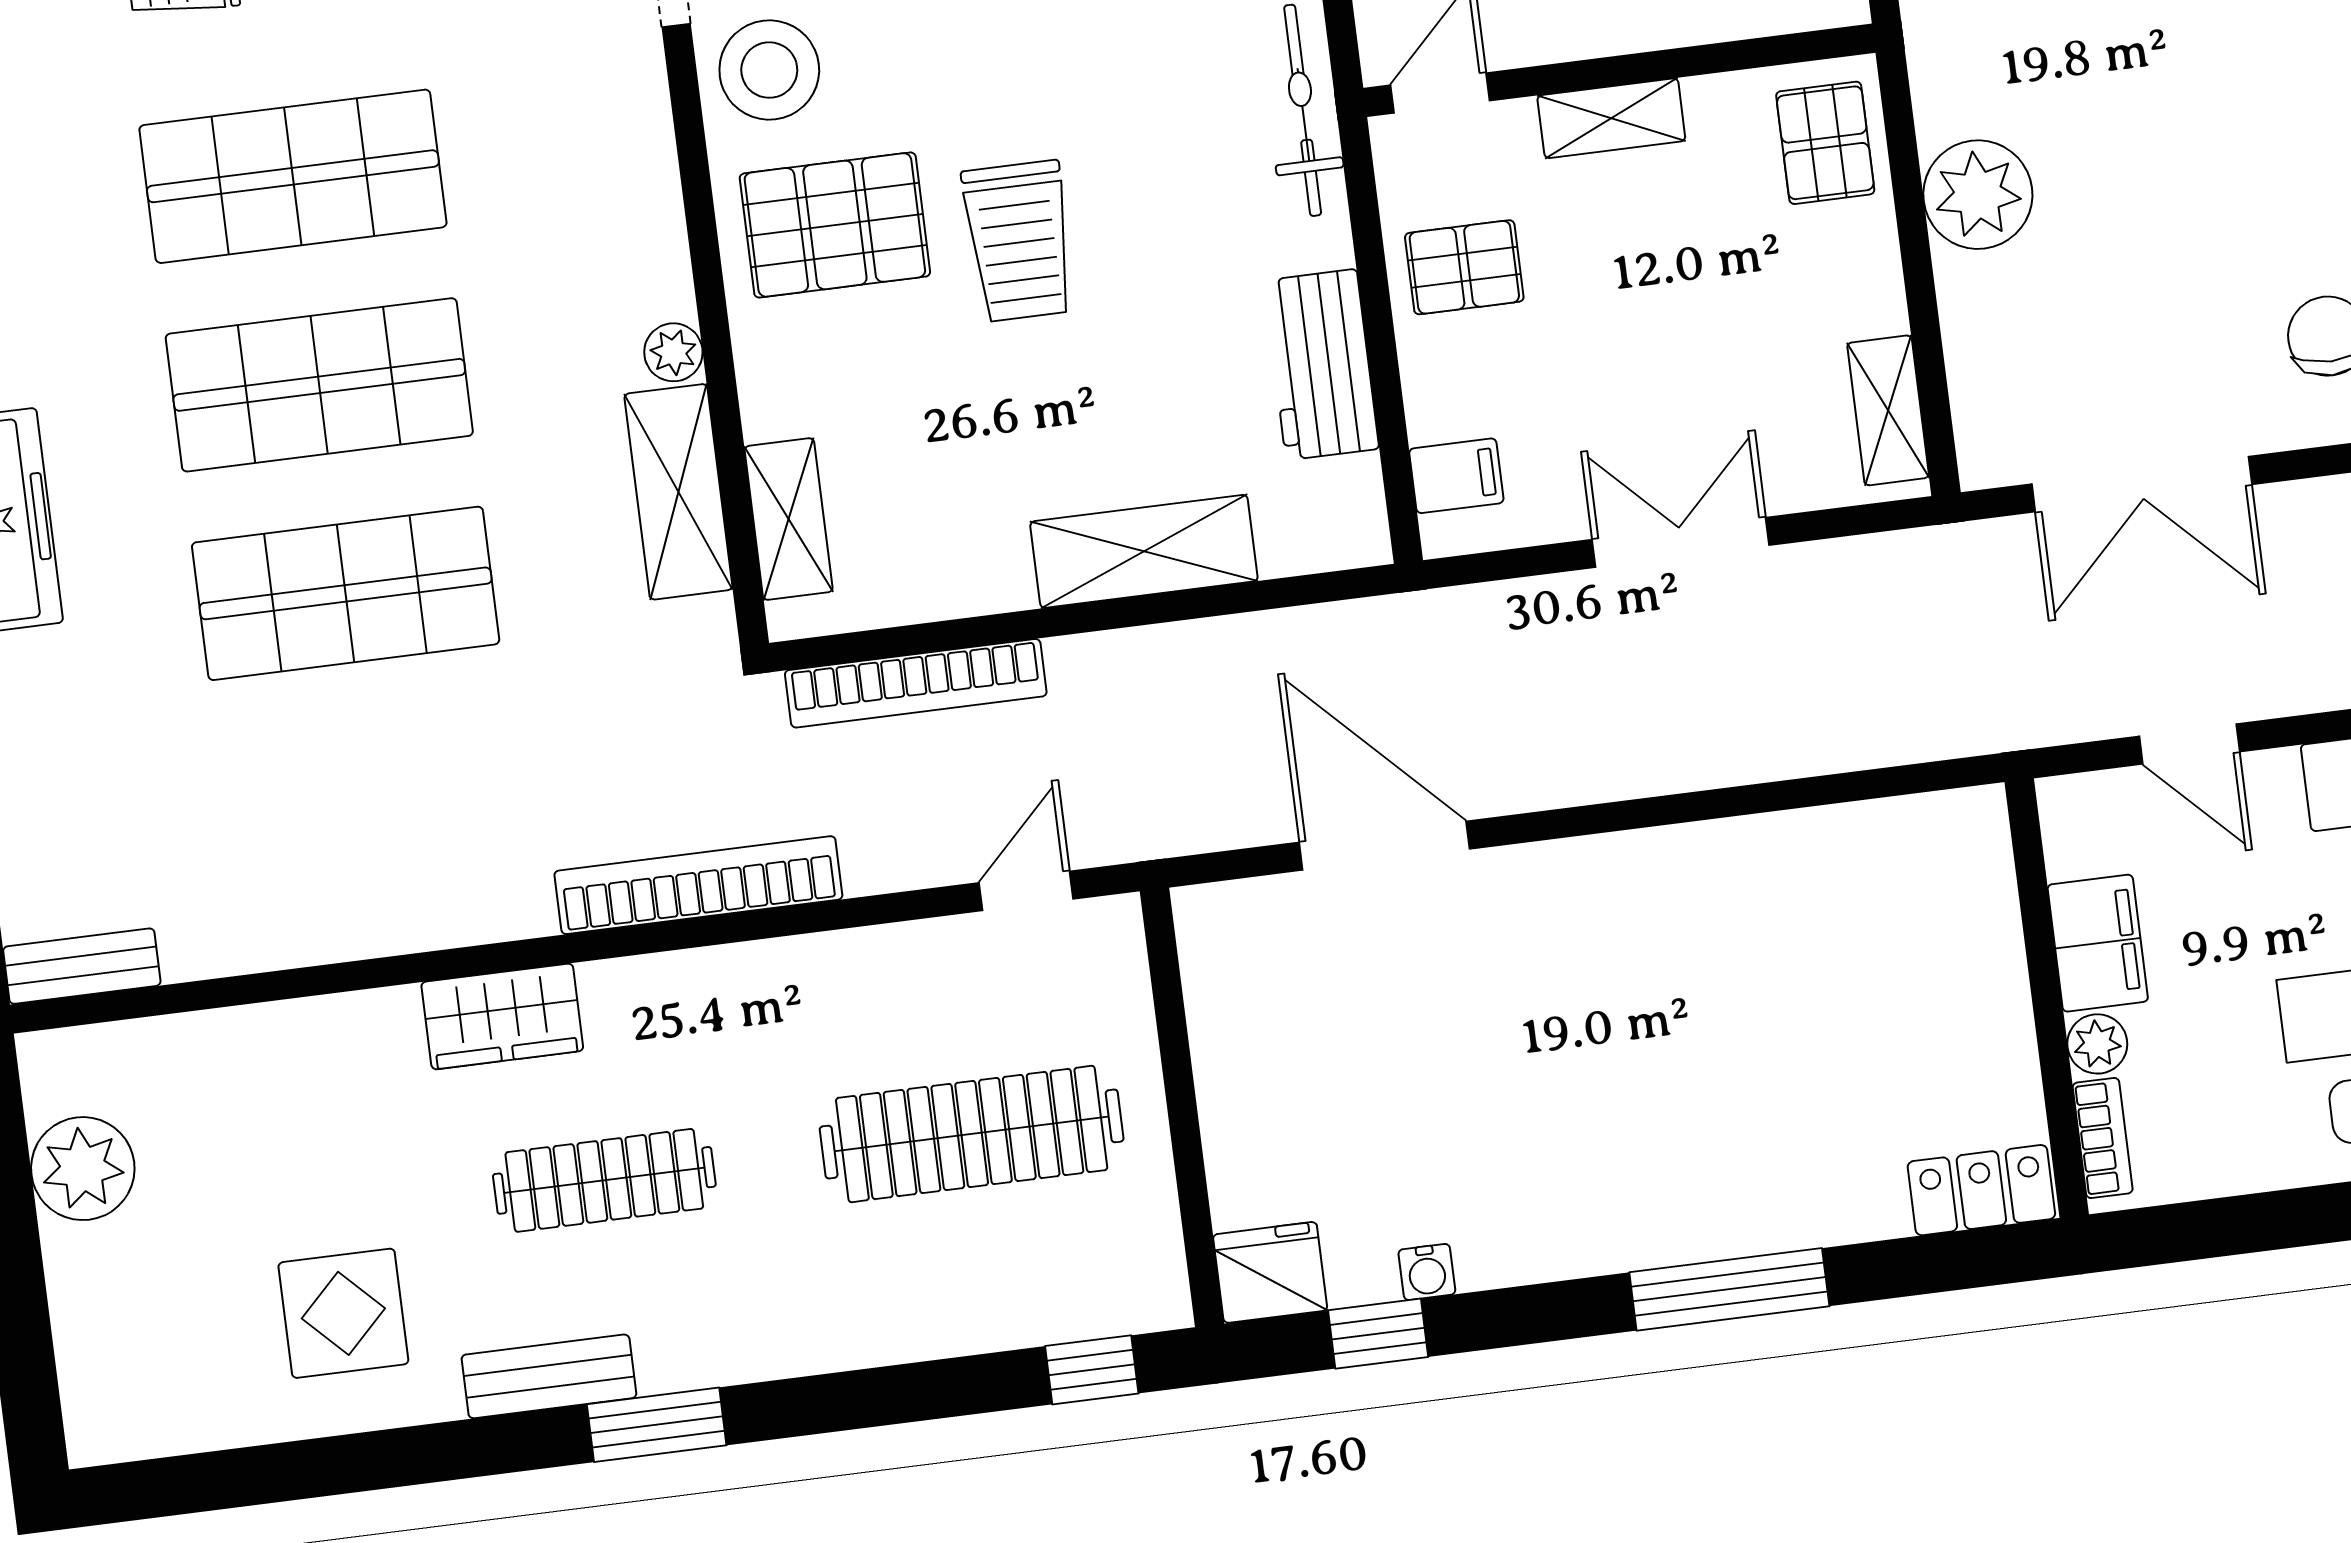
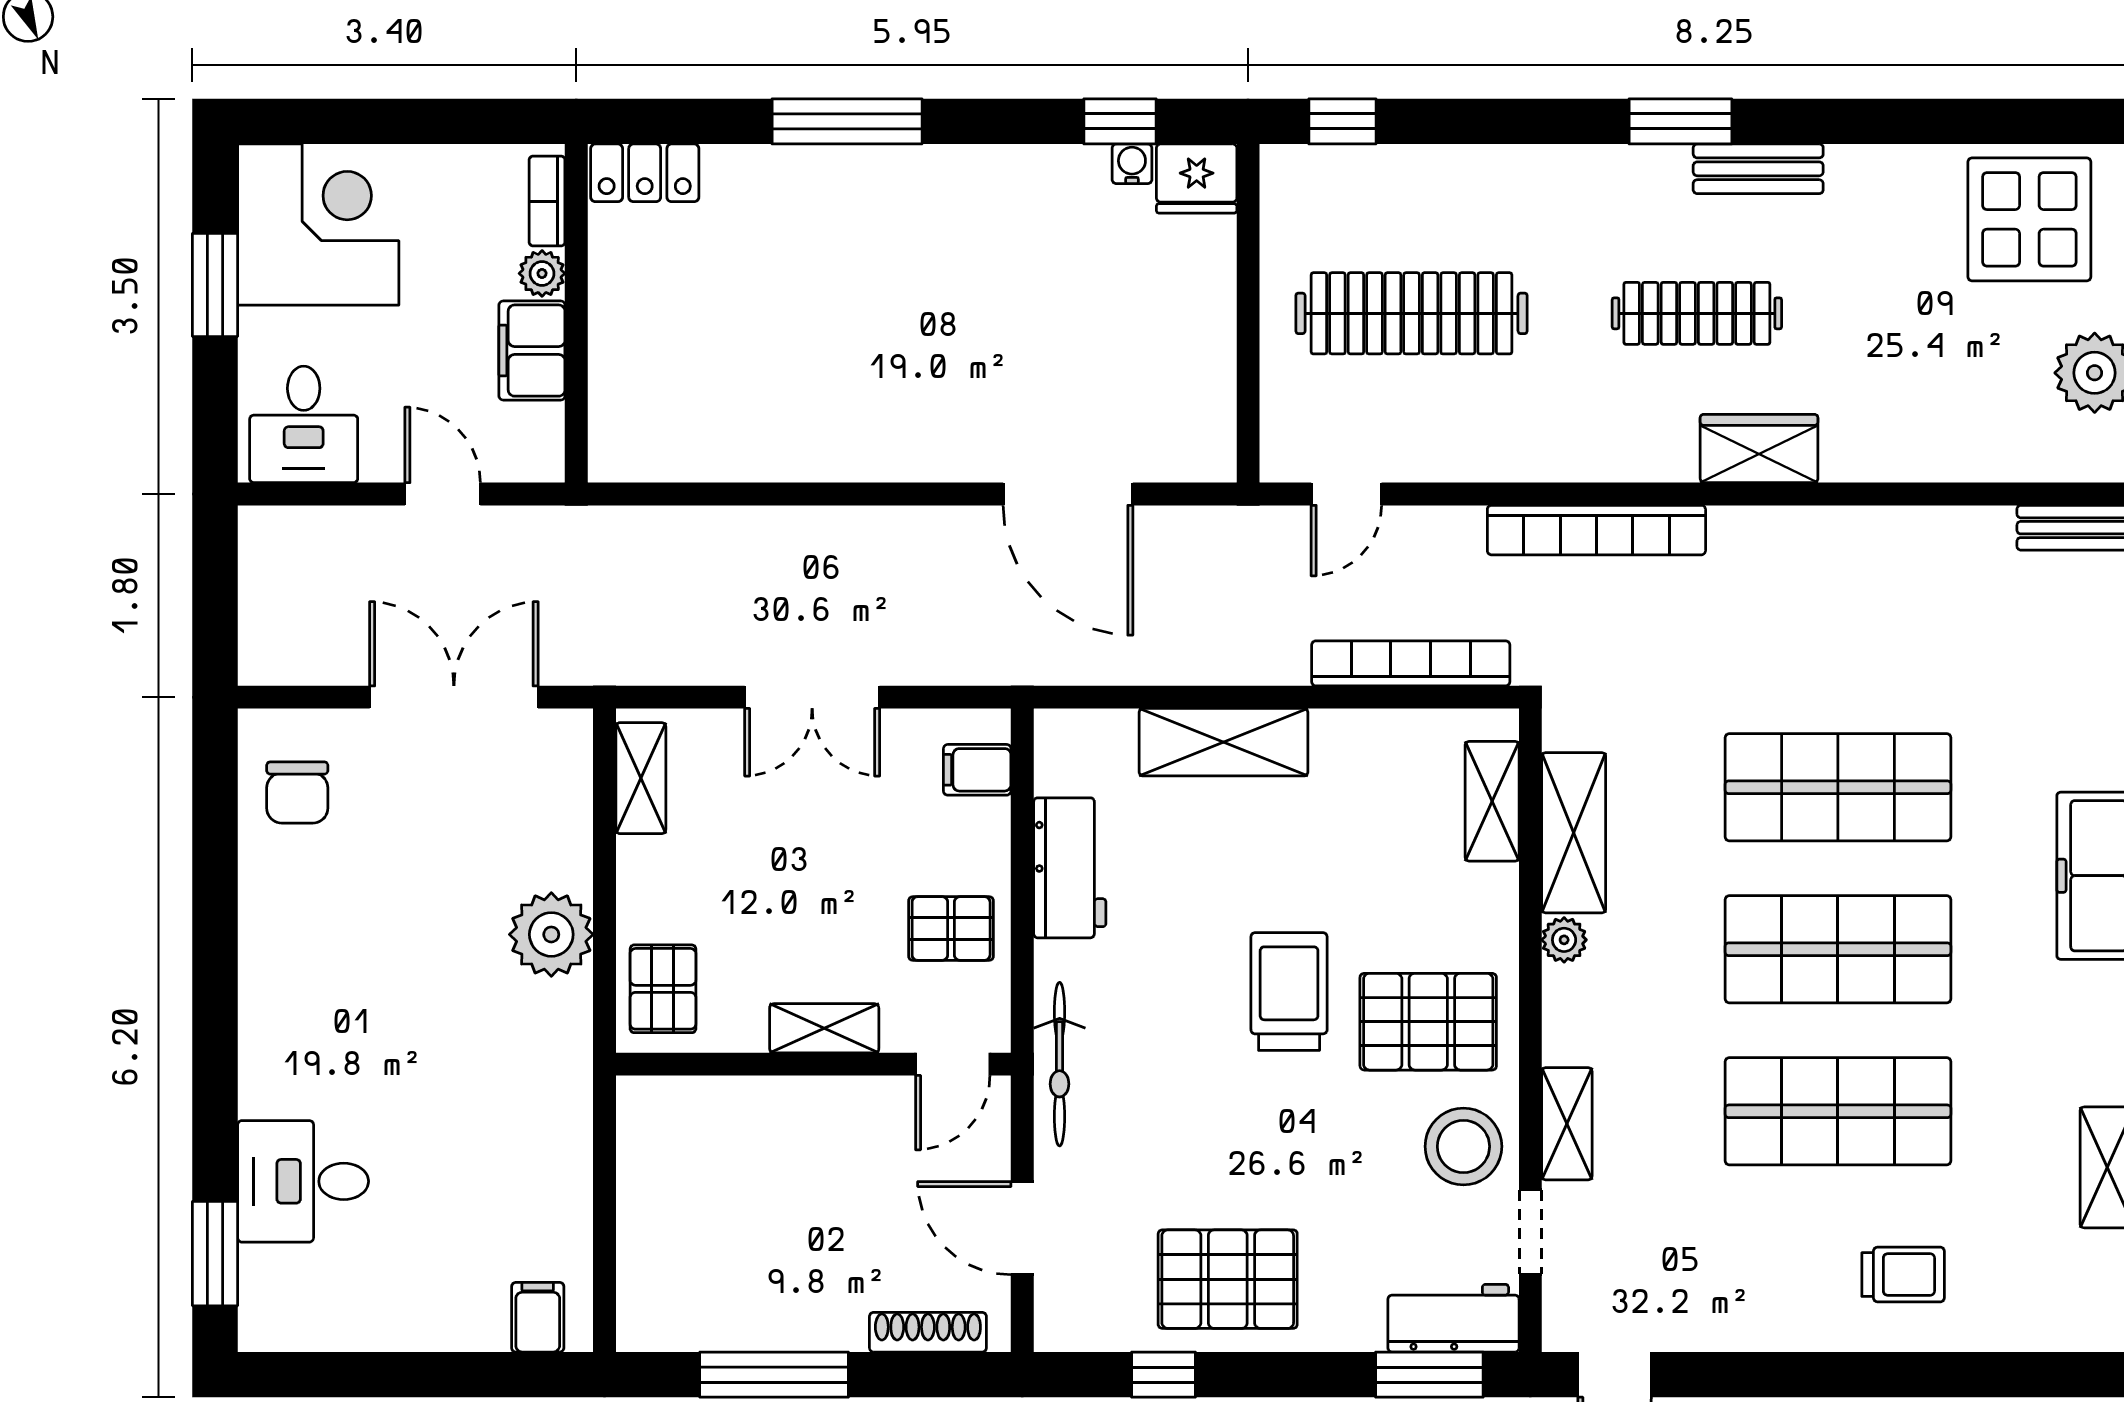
shelving: (640, 116) -> (1567, 1124), added
water cooler: (1427, 1272) -> (1132, 164), moved
display table: (343, 1313) -> (2029, 219), moved, width x1.36, depth x1.36

